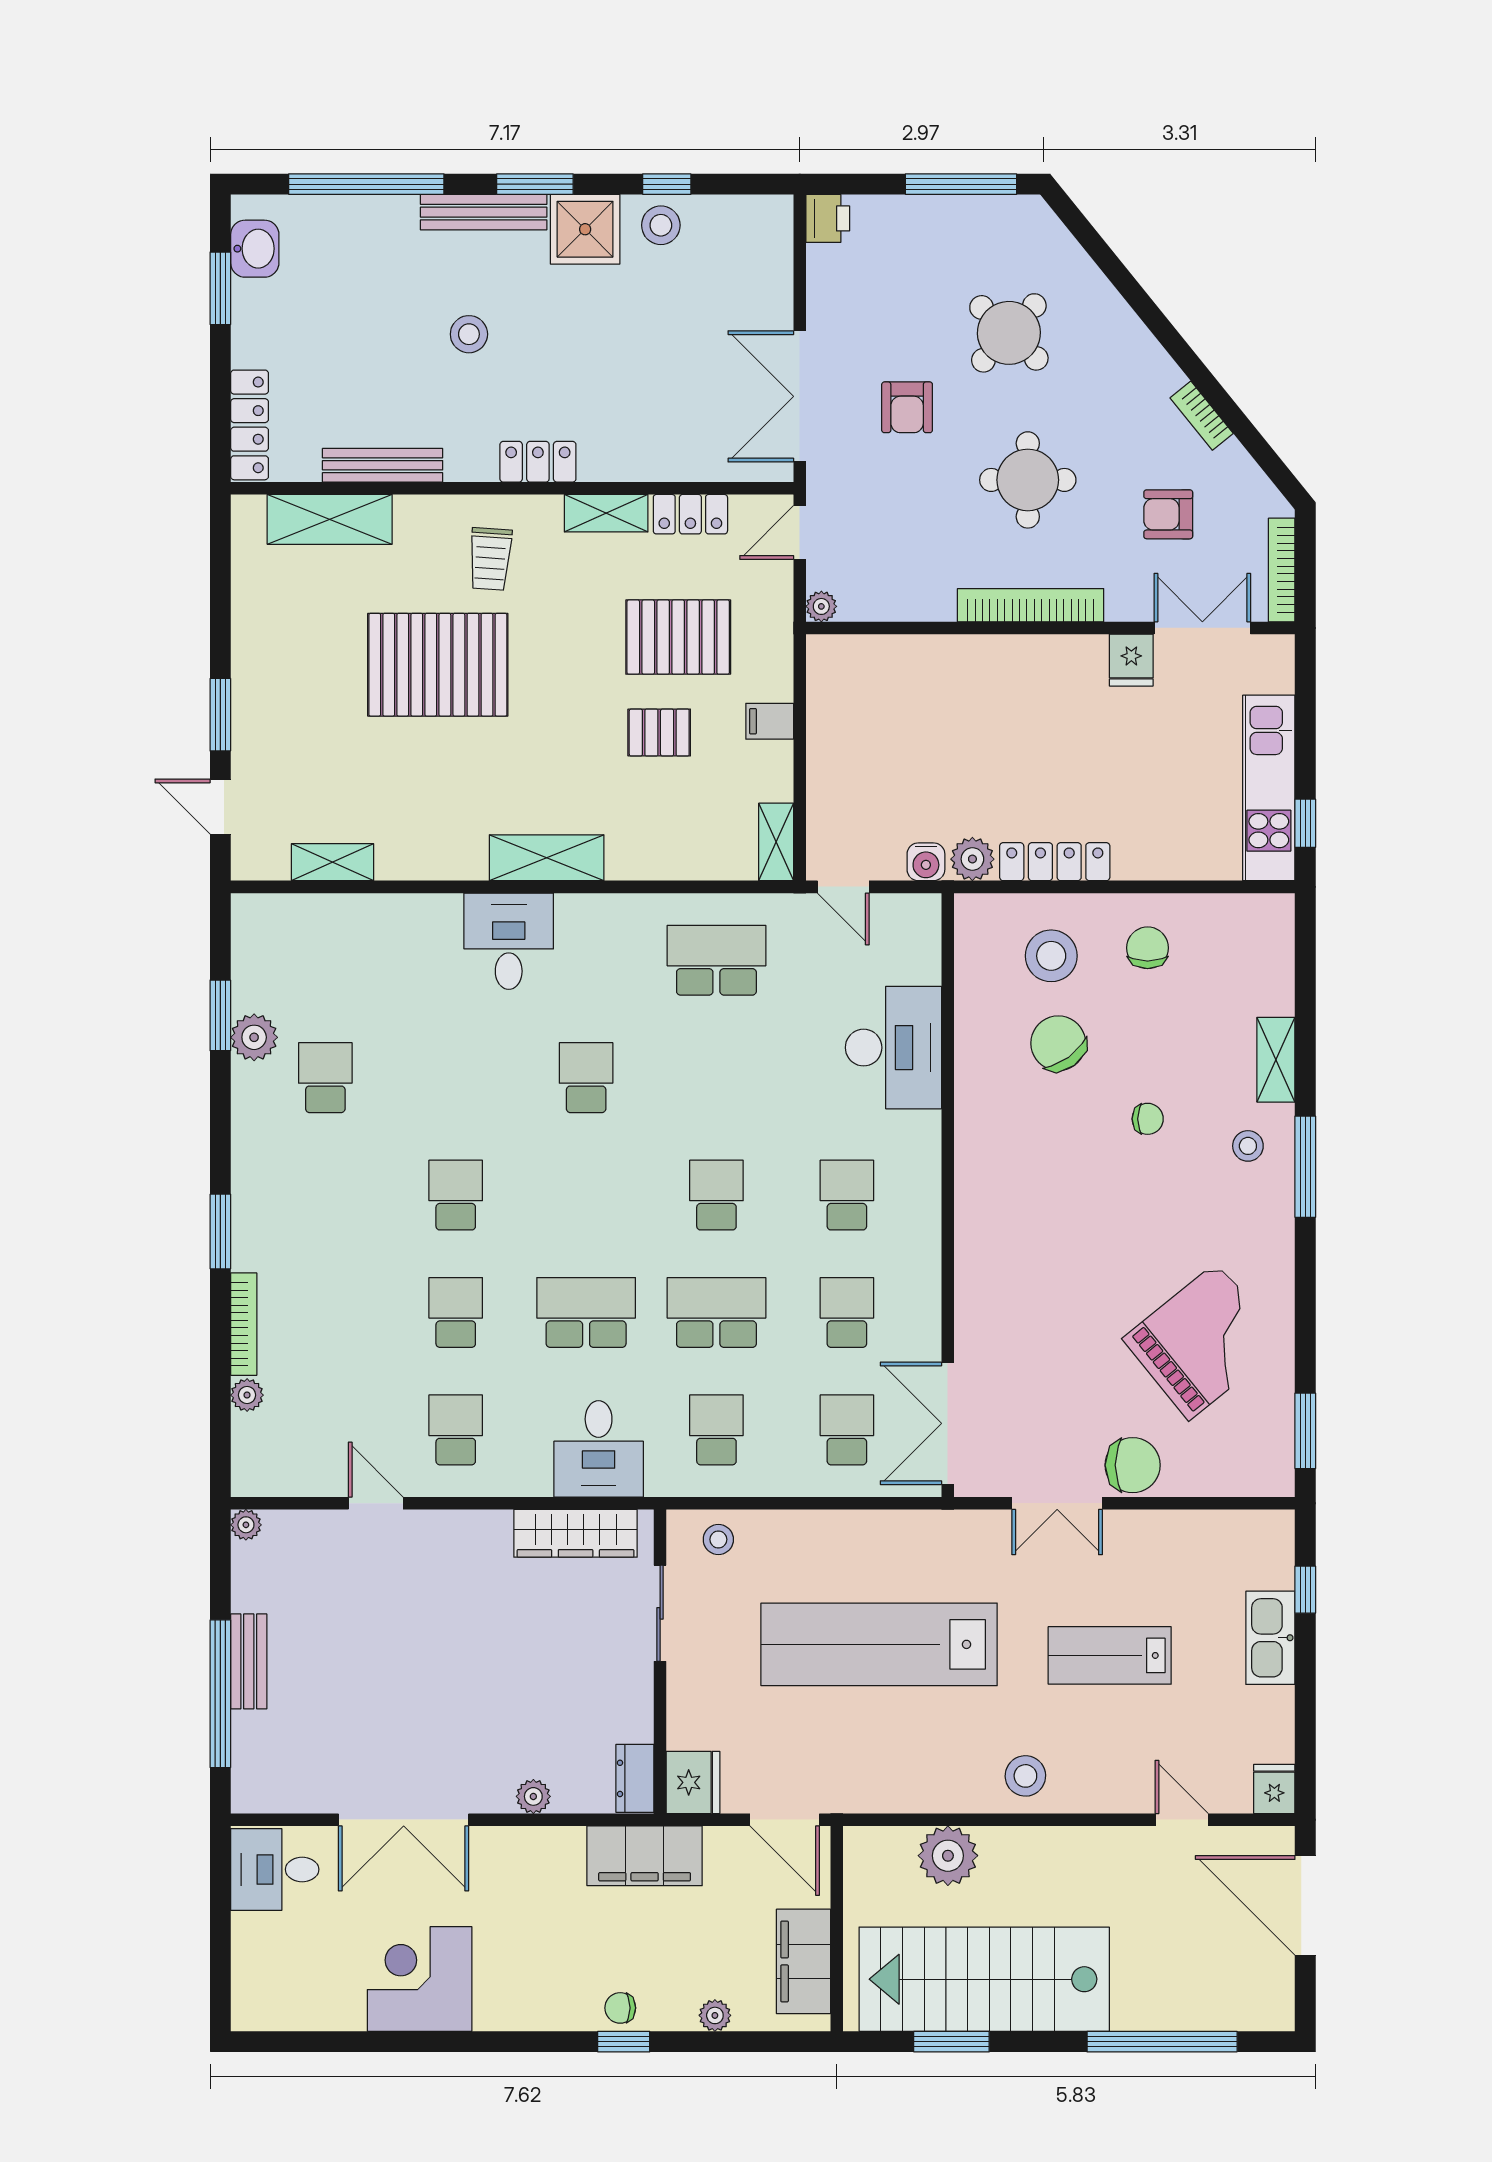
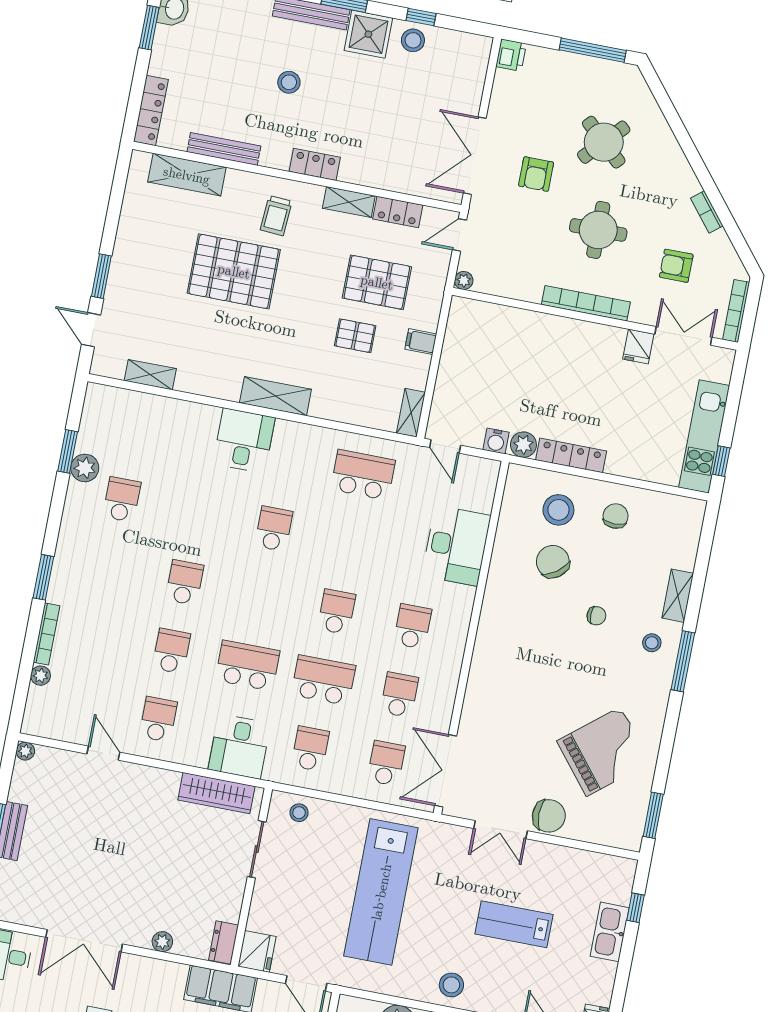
lab bench: (879, 1644) -> (381, 892), turned -90

